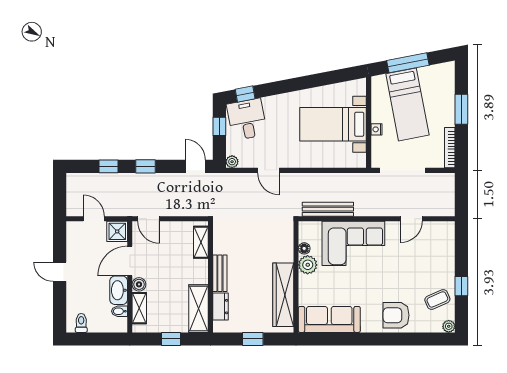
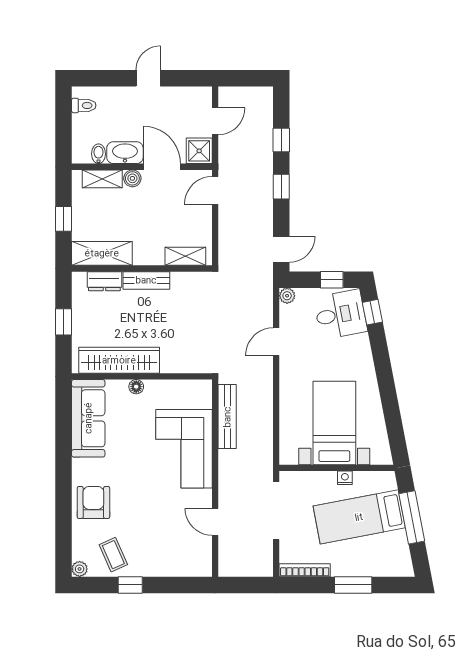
nightstand: (376, 129) -> (345, 478), moved
floor lamp: (304, 248) -> (136, 387), moved
plant: (308, 265) -> (157, 391), removed

